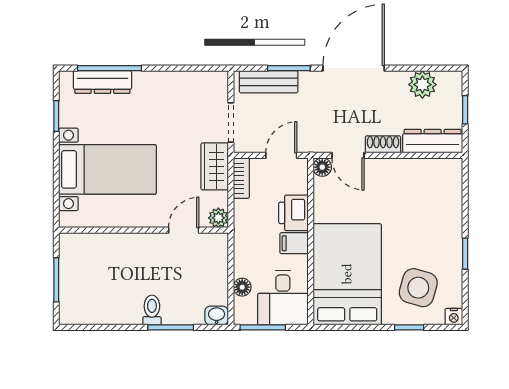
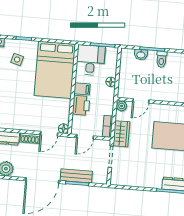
bench: (269, 82) -> (76, 176), moved
door: (348, 155) -> (49, 134), swing flipped
floor lamp: (242, 287) -> (111, 82), moved
side table: (418, 288) -> (17, 60), width x0.54, depth x0.54
washbasin: (217, 315) -> (141, 55), moved

